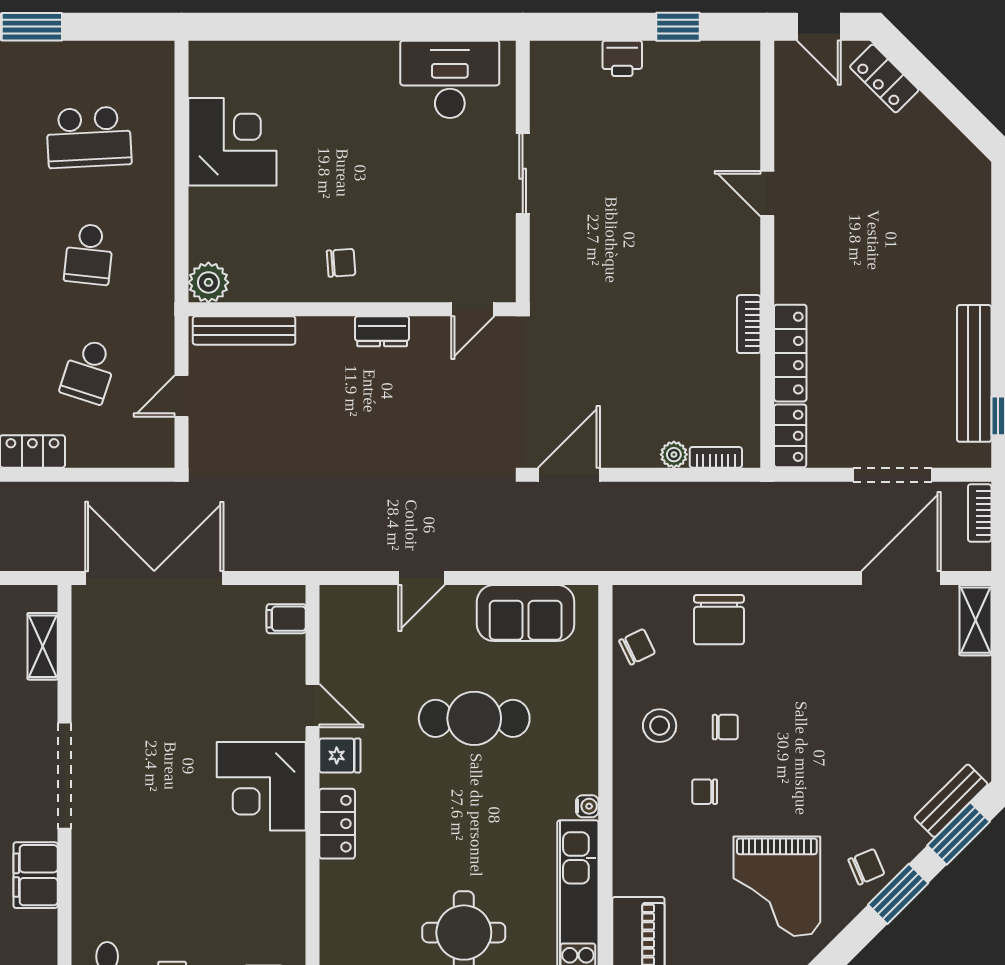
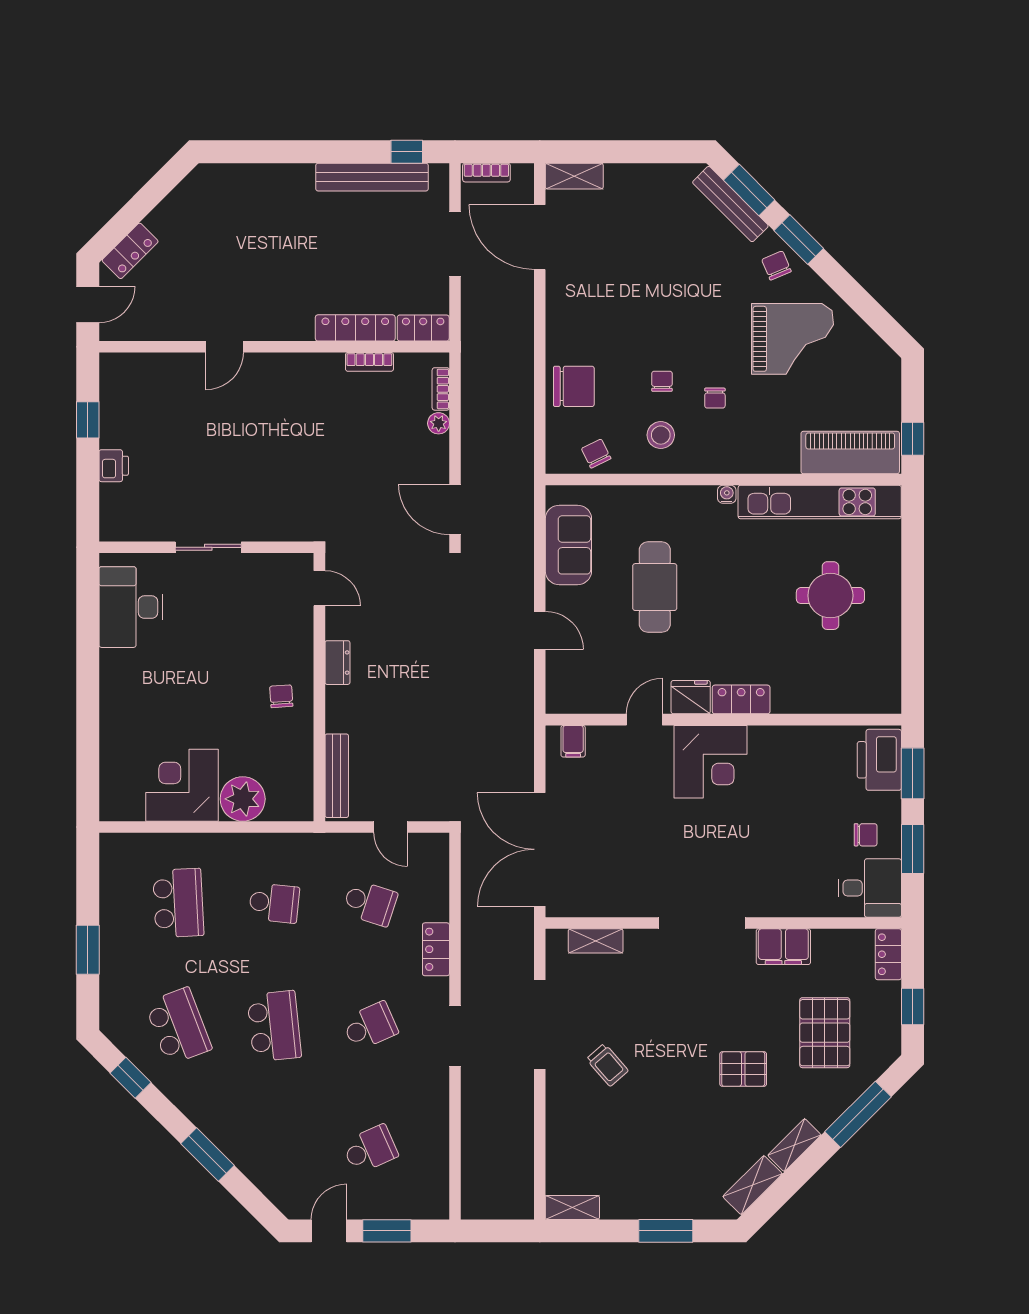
plant: (208, 282) -> (243, 799), moved, width x1.36, depth x1.36
bookcase: (749, 324) -> (369, 362), moved
fridge: (340, 755) -> (691, 697), width x1.38
bench: (951, 801) -> (730, 204), width x1.36

